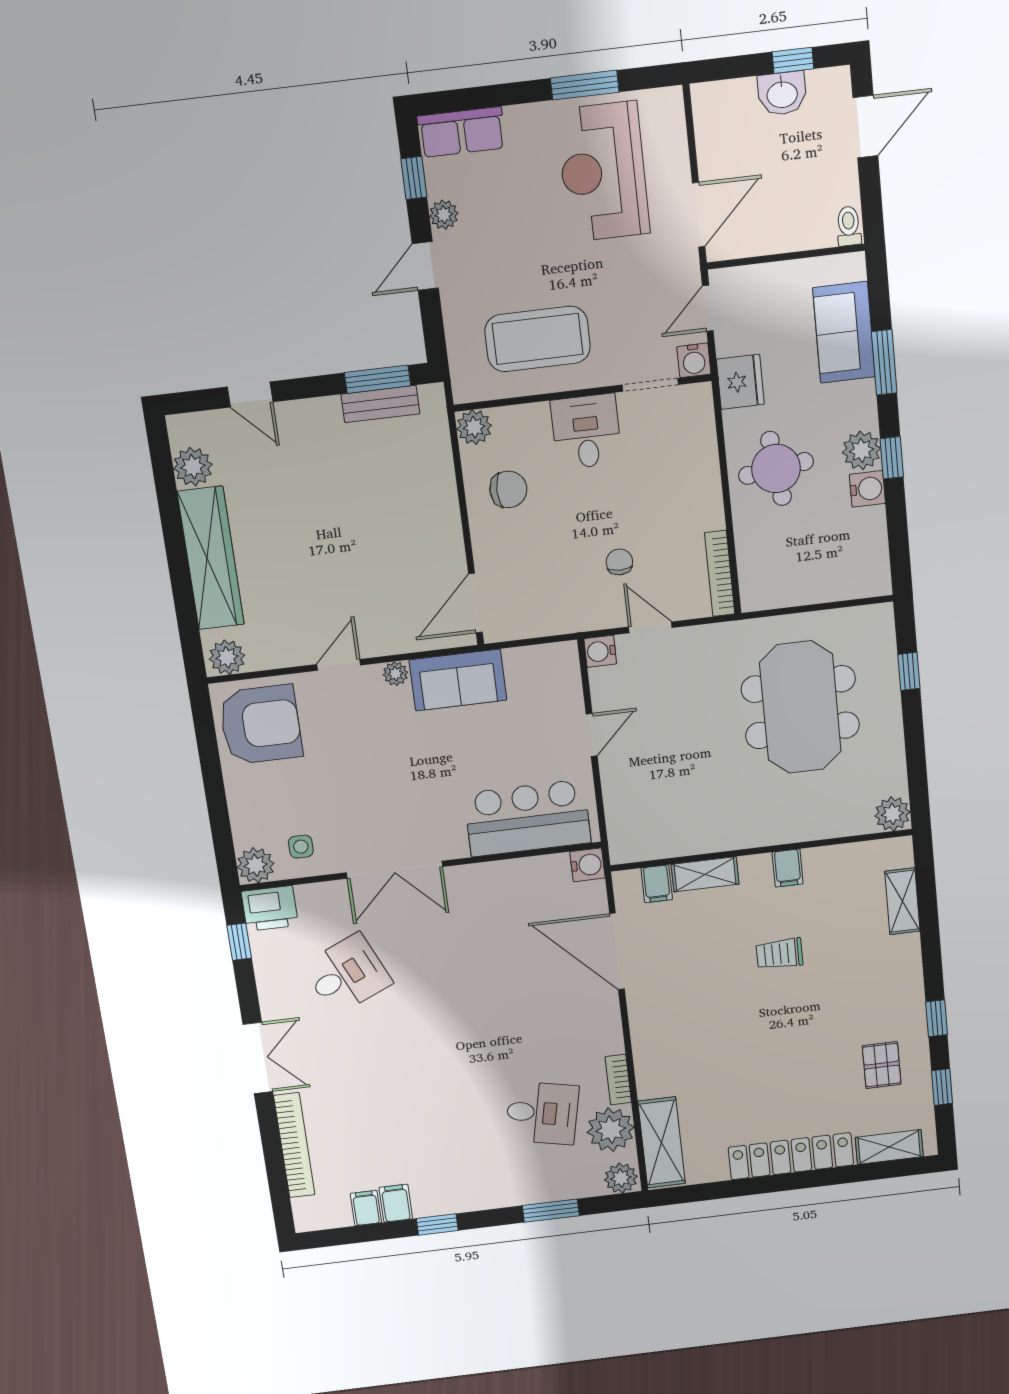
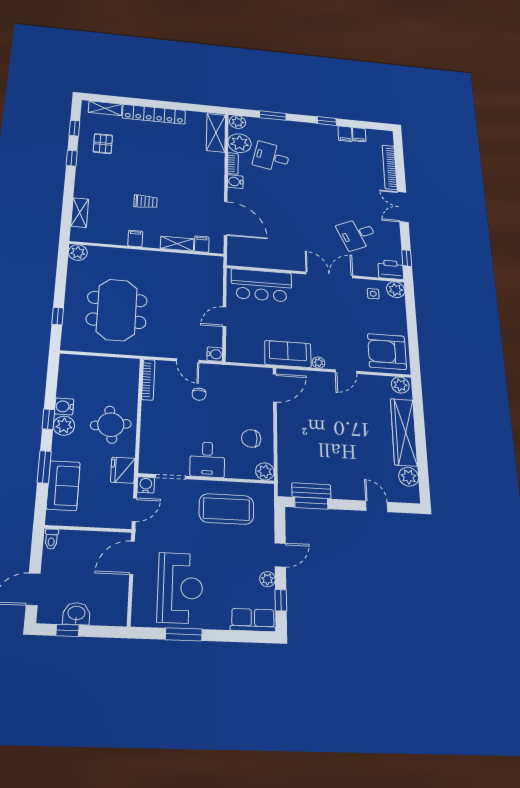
water cooler: (588, 865) -> (235, 182), moved

